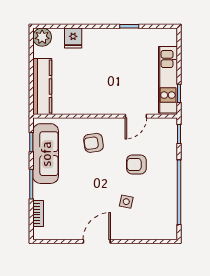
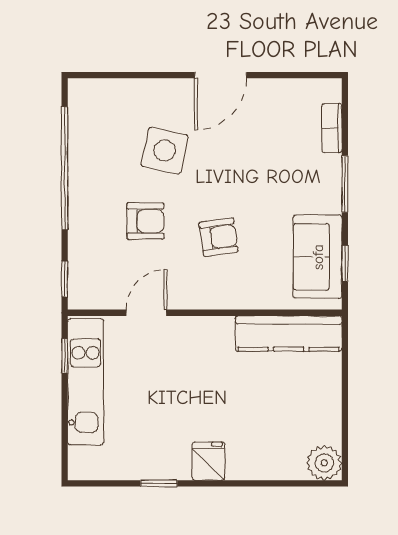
fridge: (73, 38) -> (208, 461), moved
kitchen counter: (42, 86) -> (289, 334), moved, turned -90
armchair: (93, 143) -> (219, 237), moved
sofa: (46, 154) -> (318, 257), width x0.73
side table: (126, 202) -> (165, 151), width x1.87, depth x1.87

